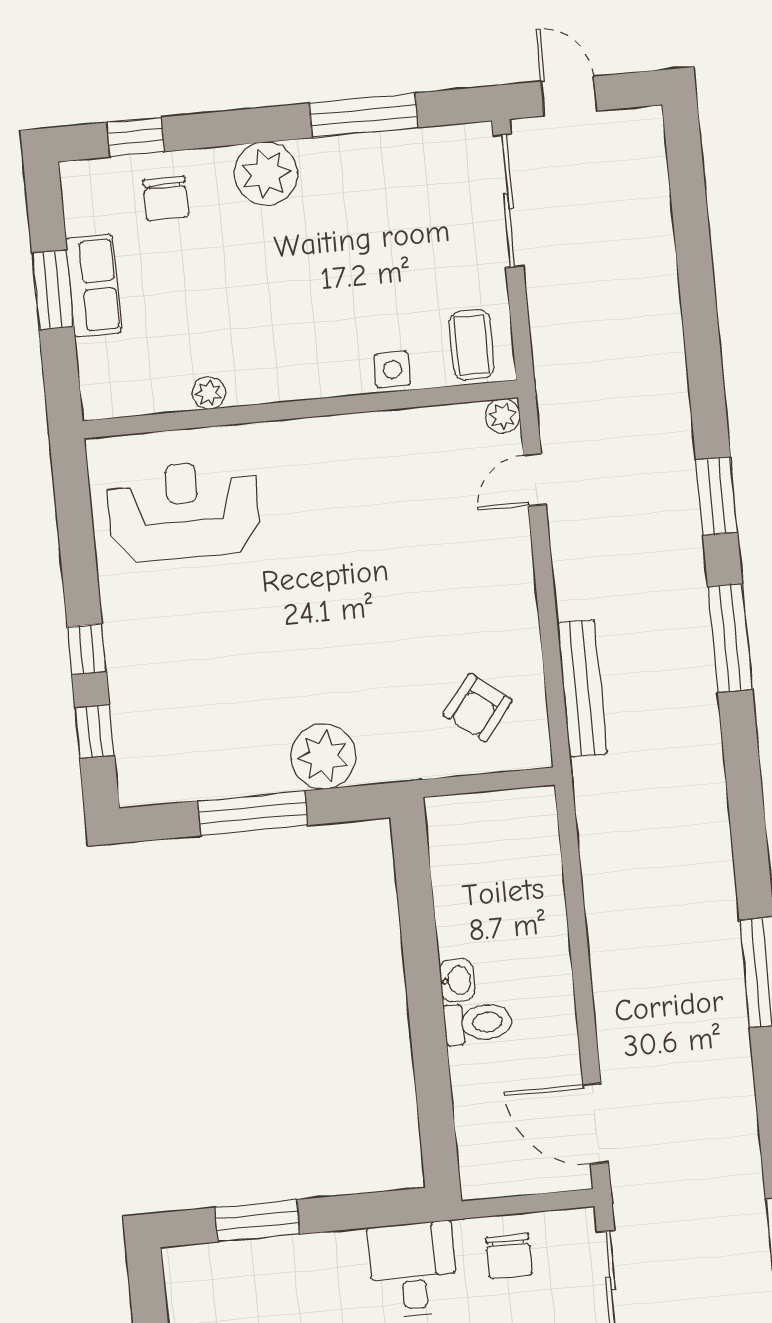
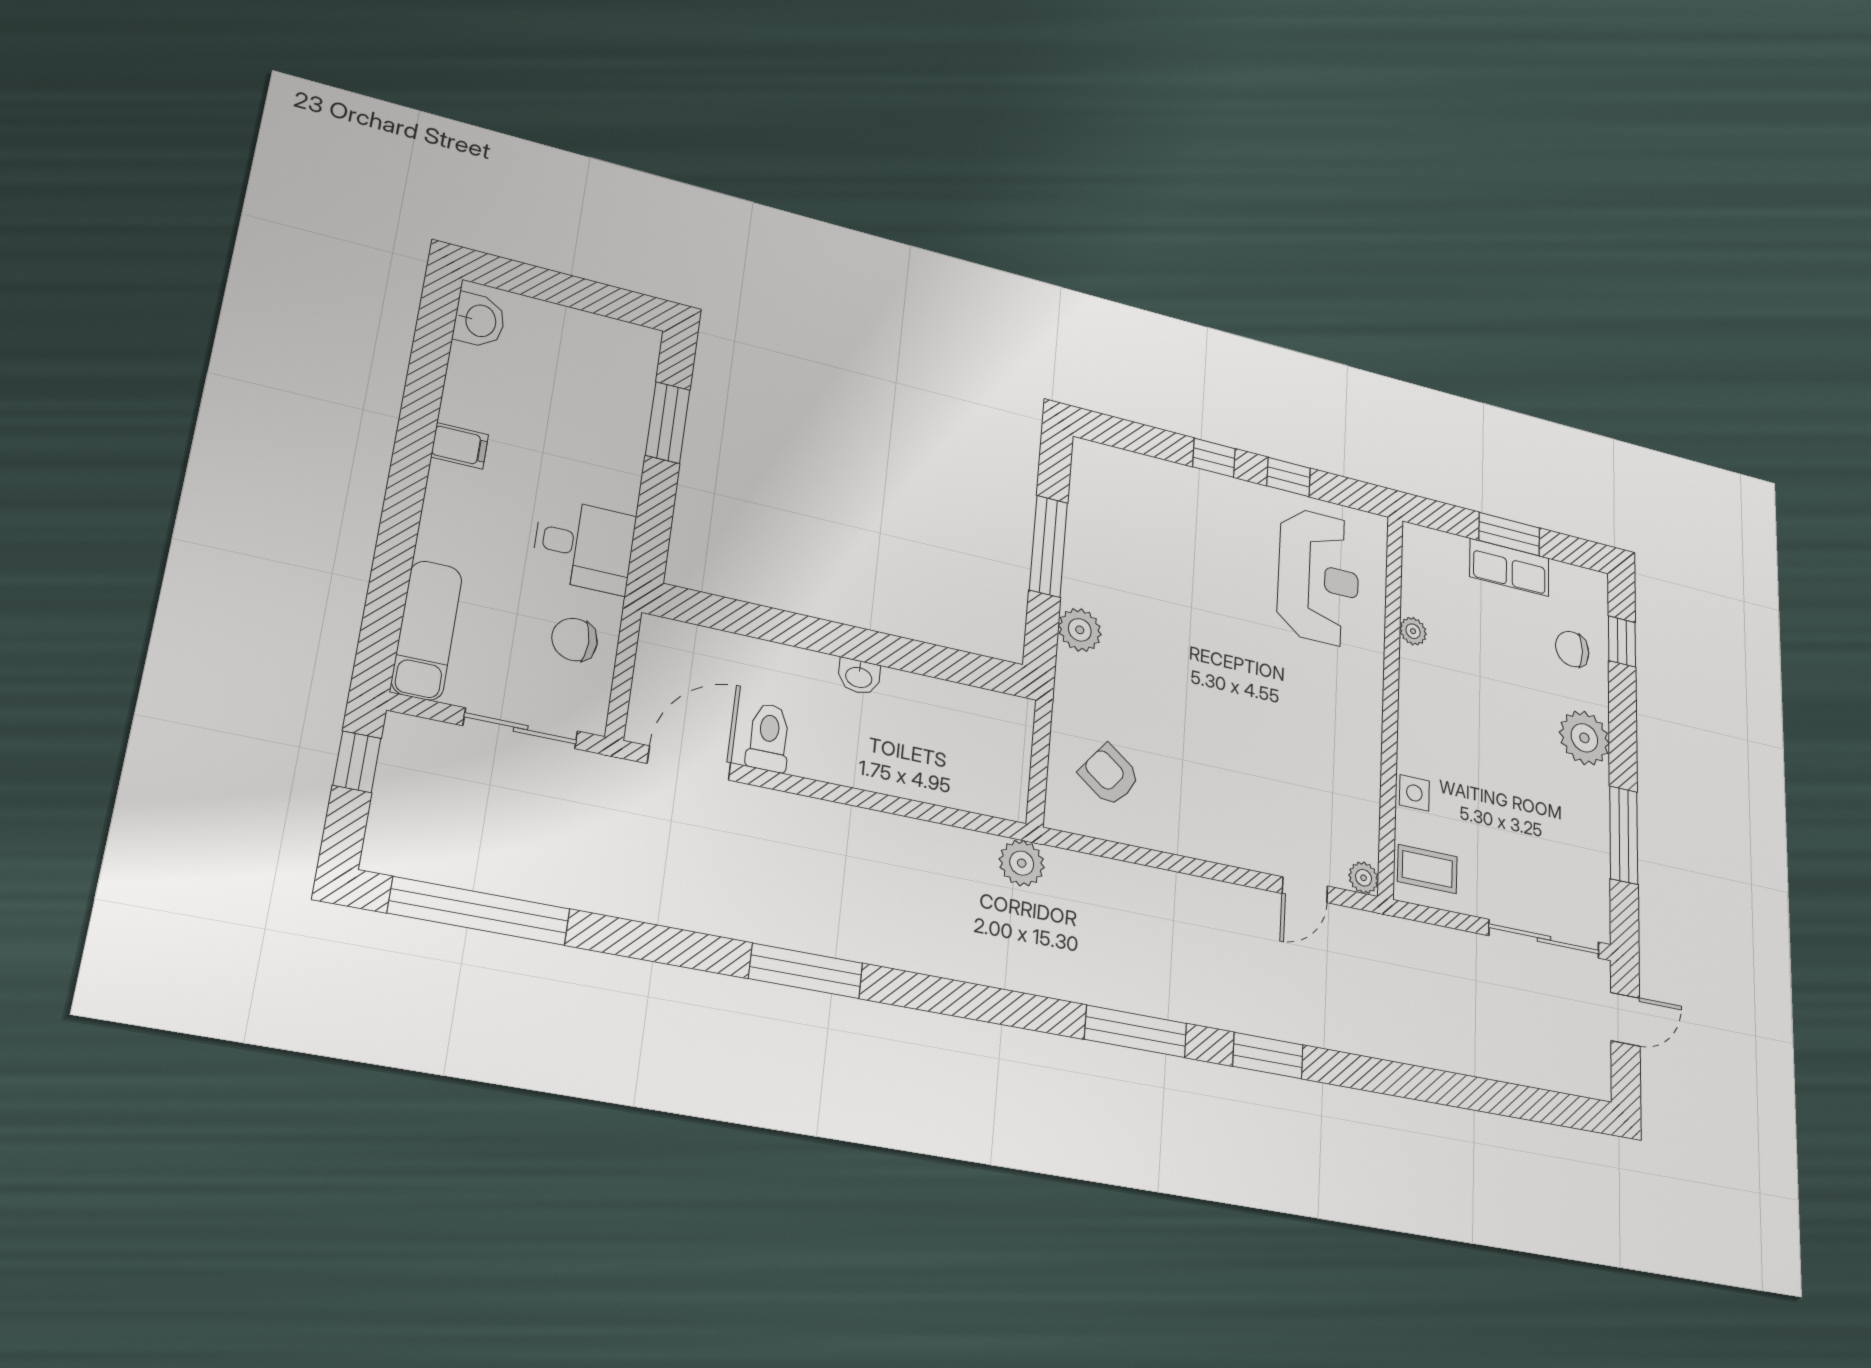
door: (535, 480) -> (1305, 890), swing flipped
bench: (582, 688) -> (1111, 877), removed
window: (95, 732) -> (1289, 477), moved
plant: (323, 757) -> (1080, 630), width x0.73, depth x0.73
plant: (596, 782) -> (1022, 863), added
toilet: (478, 1023) -> (769, 737), moved, turned 180

